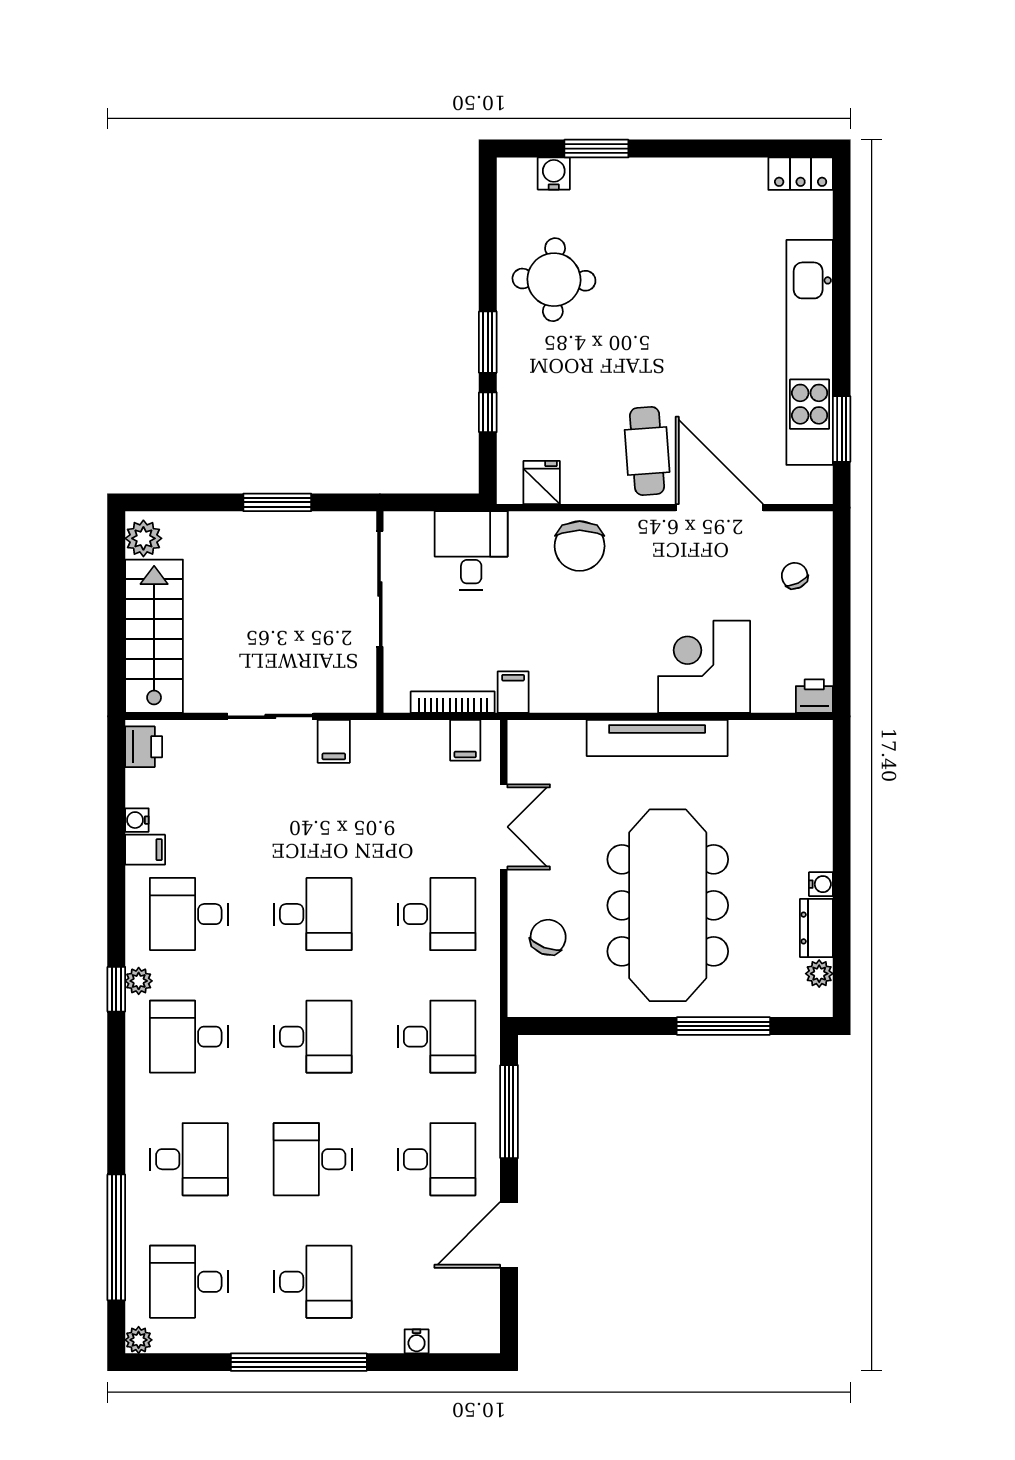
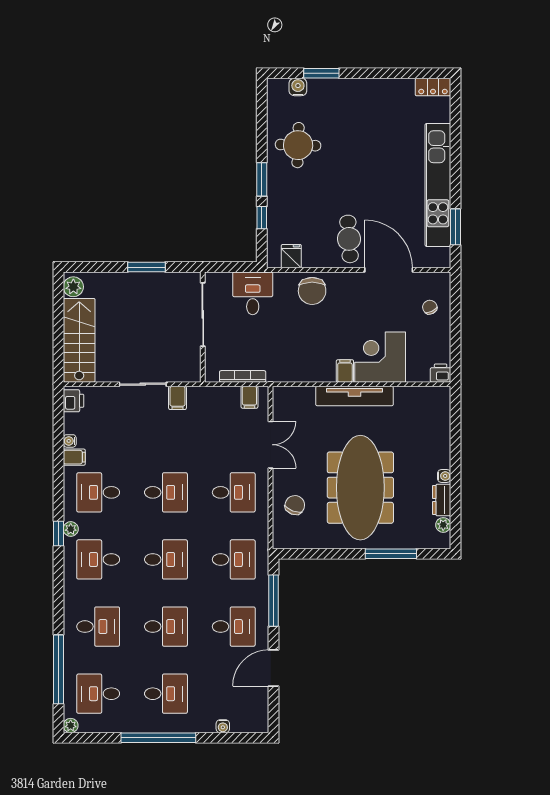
filing cabinet: (513, 692) -> (345, 371), moved
desk: (313, 1159) -> (166, 627), turned 180

